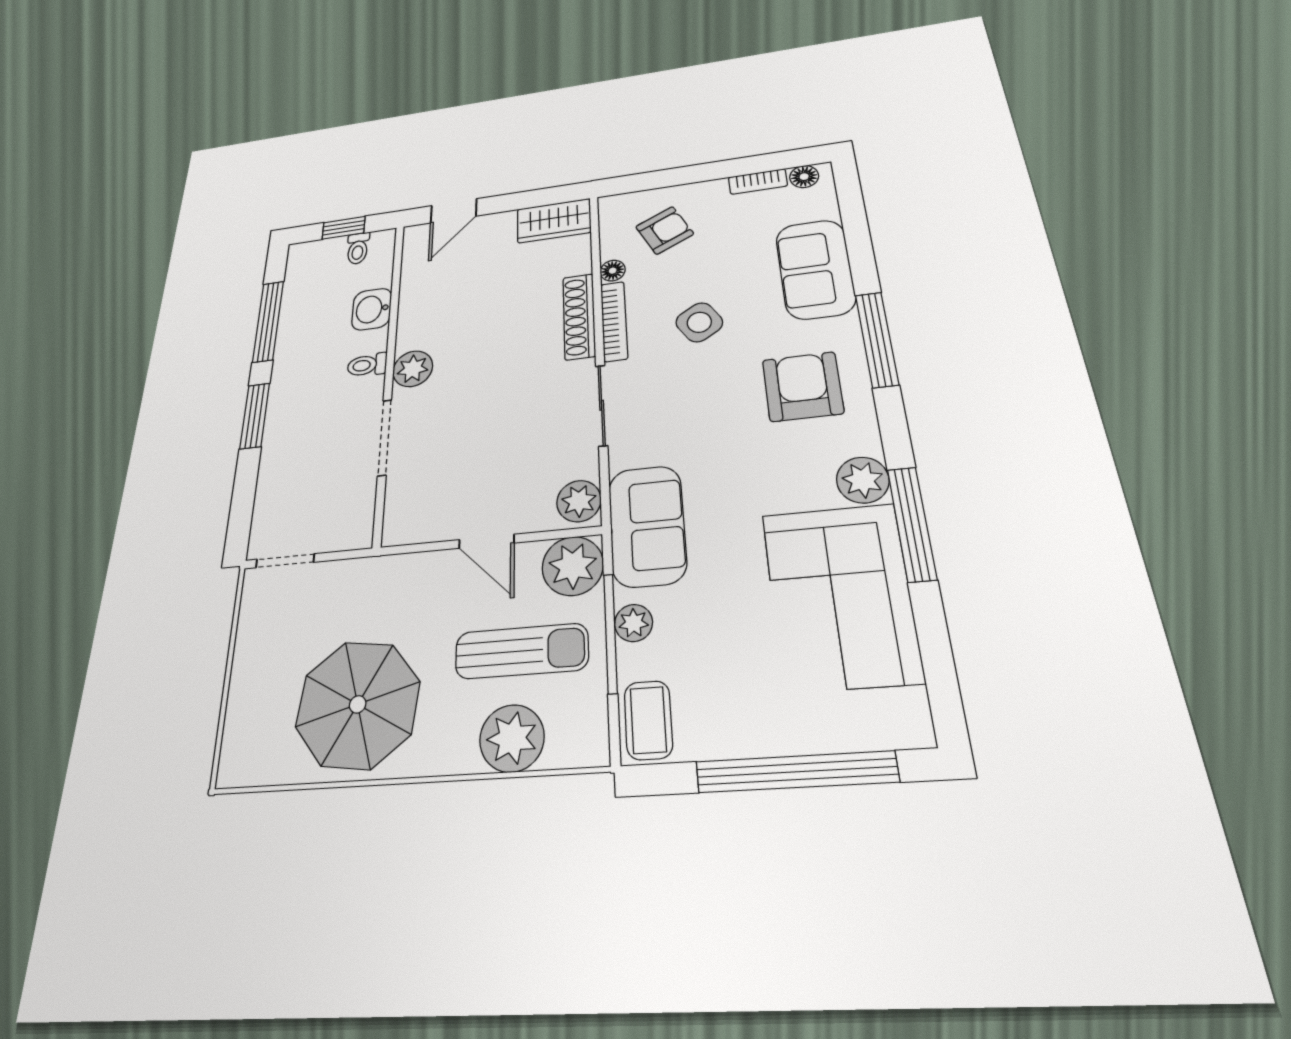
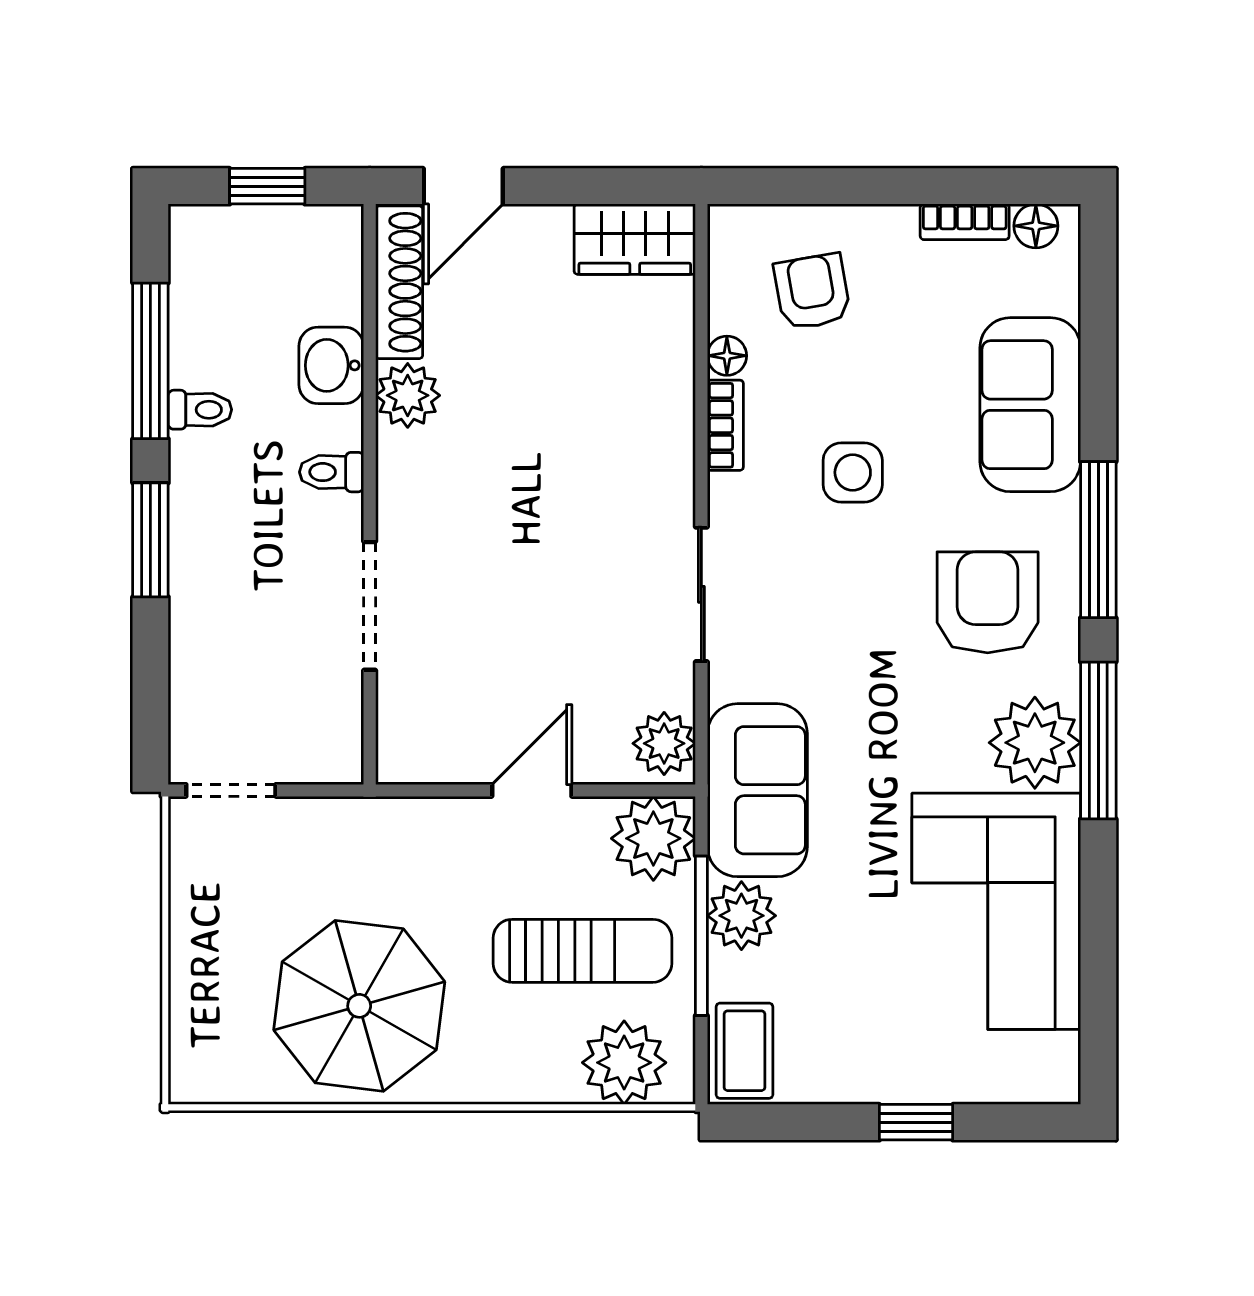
armchair: (665, 230) -> (812, 292), turned -74
toilet: (358, 248) -> (200, 410), moved, turned -90
shoe rack: (579, 316) -> (399, 282), moved, turned 180
bookcase: (614, 321) -> (725, 425), width x0.64
side table: (699, 322) -> (853, 472), turned 32
plant: (413, 369) -> (408, 395), moved
plant: (863, 480) -> (1035, 743), width x1.36, depth x1.36
window: (912, 524) -> (1098, 740), moved
door: (487, 541) -> (532, 790), swing flipped
plant: (634, 623) -> (741, 916), width x1.38, depth x1.38
plant: (512, 738) -> (624, 1063), moved
window: (796, 772) -> (916, 1122), width x0.32

